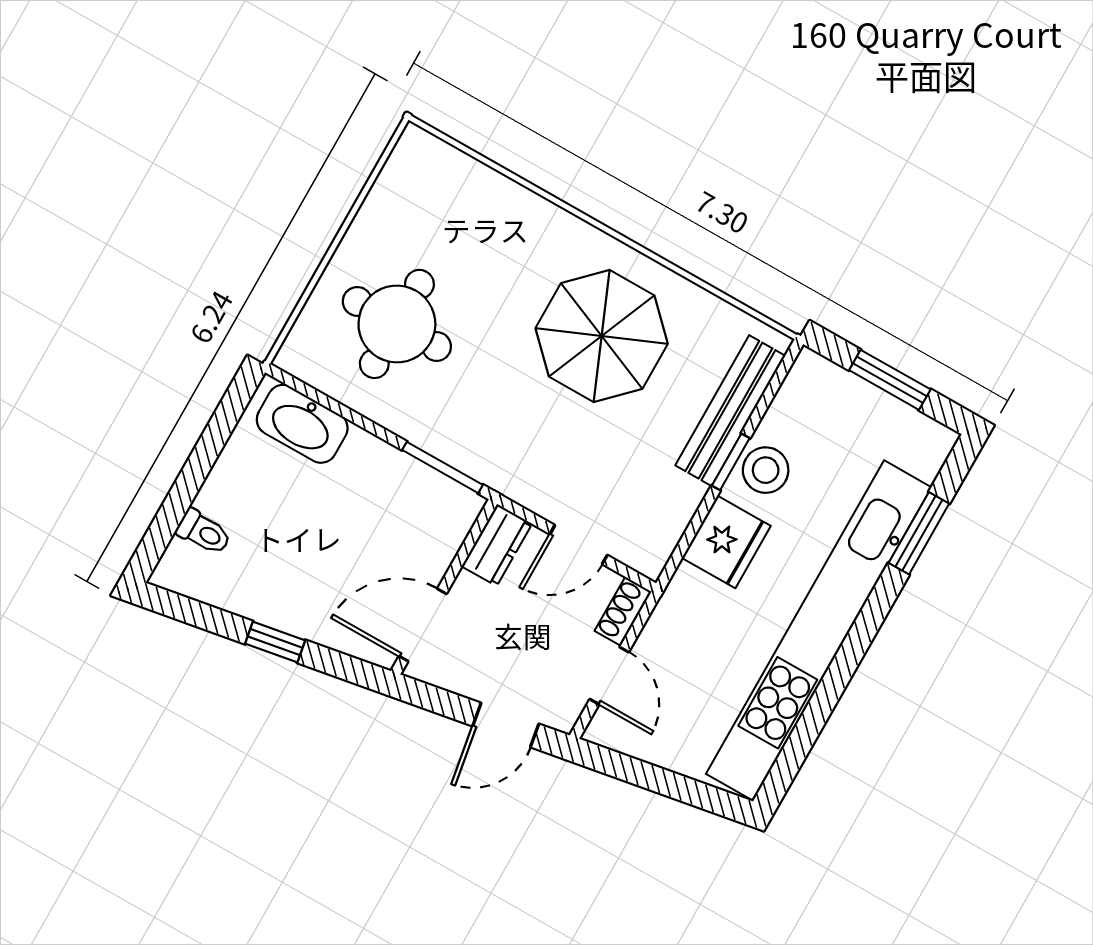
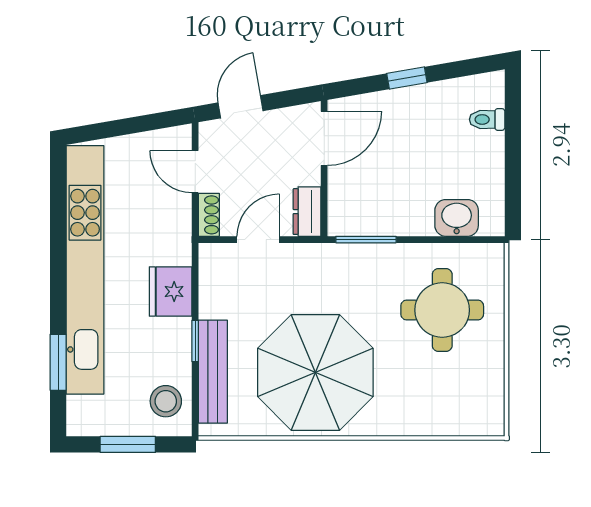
parasol: (602, 336) -> (315, 372), width x1.36, depth x1.36
washbasin: (302, 424) -> (457, 218), width x0.72
stool: (766, 470) -> (166, 401), moved

